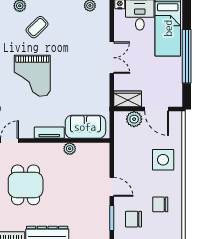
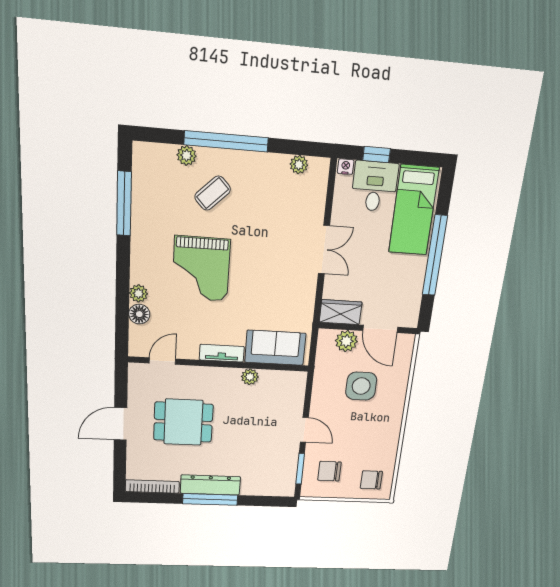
side table: (163, 160) -> (361, 386), moved
dining table: (26, 185) -> (183, 422), turned 90
chair: (160, 204) -> (371, 480), moved

